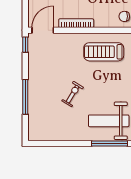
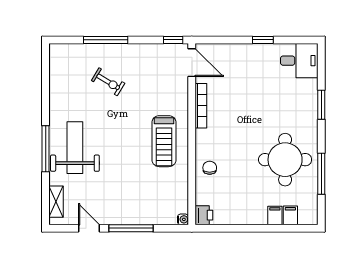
treadmill: (104, 52) -> (164, 141), turned 180
exercise bike: (73, 94) -> (108, 82), moved

